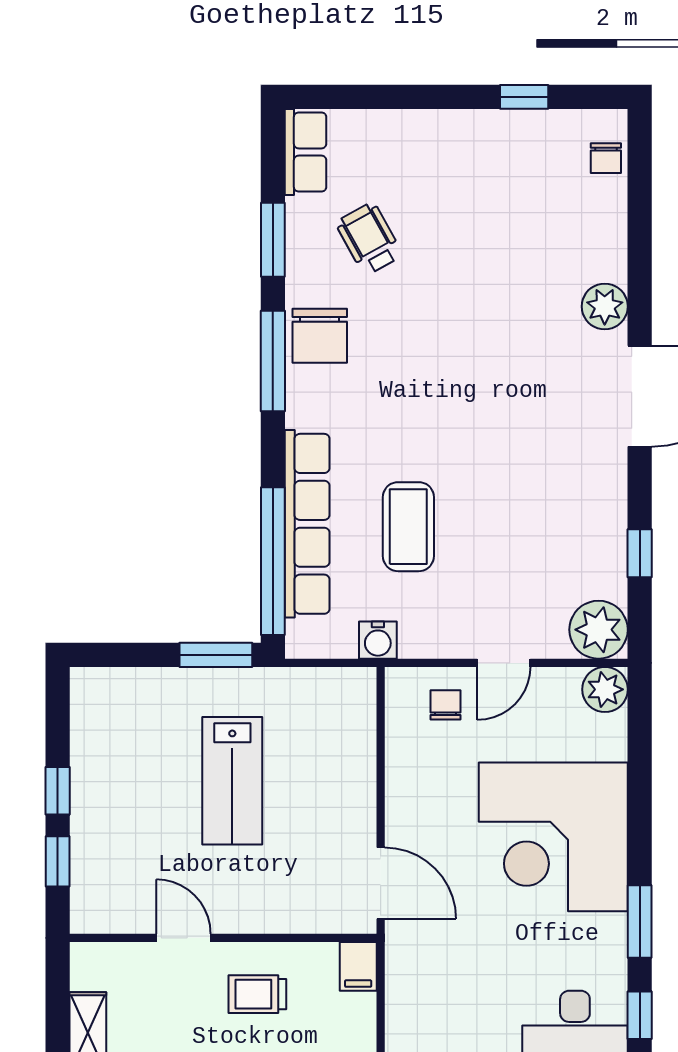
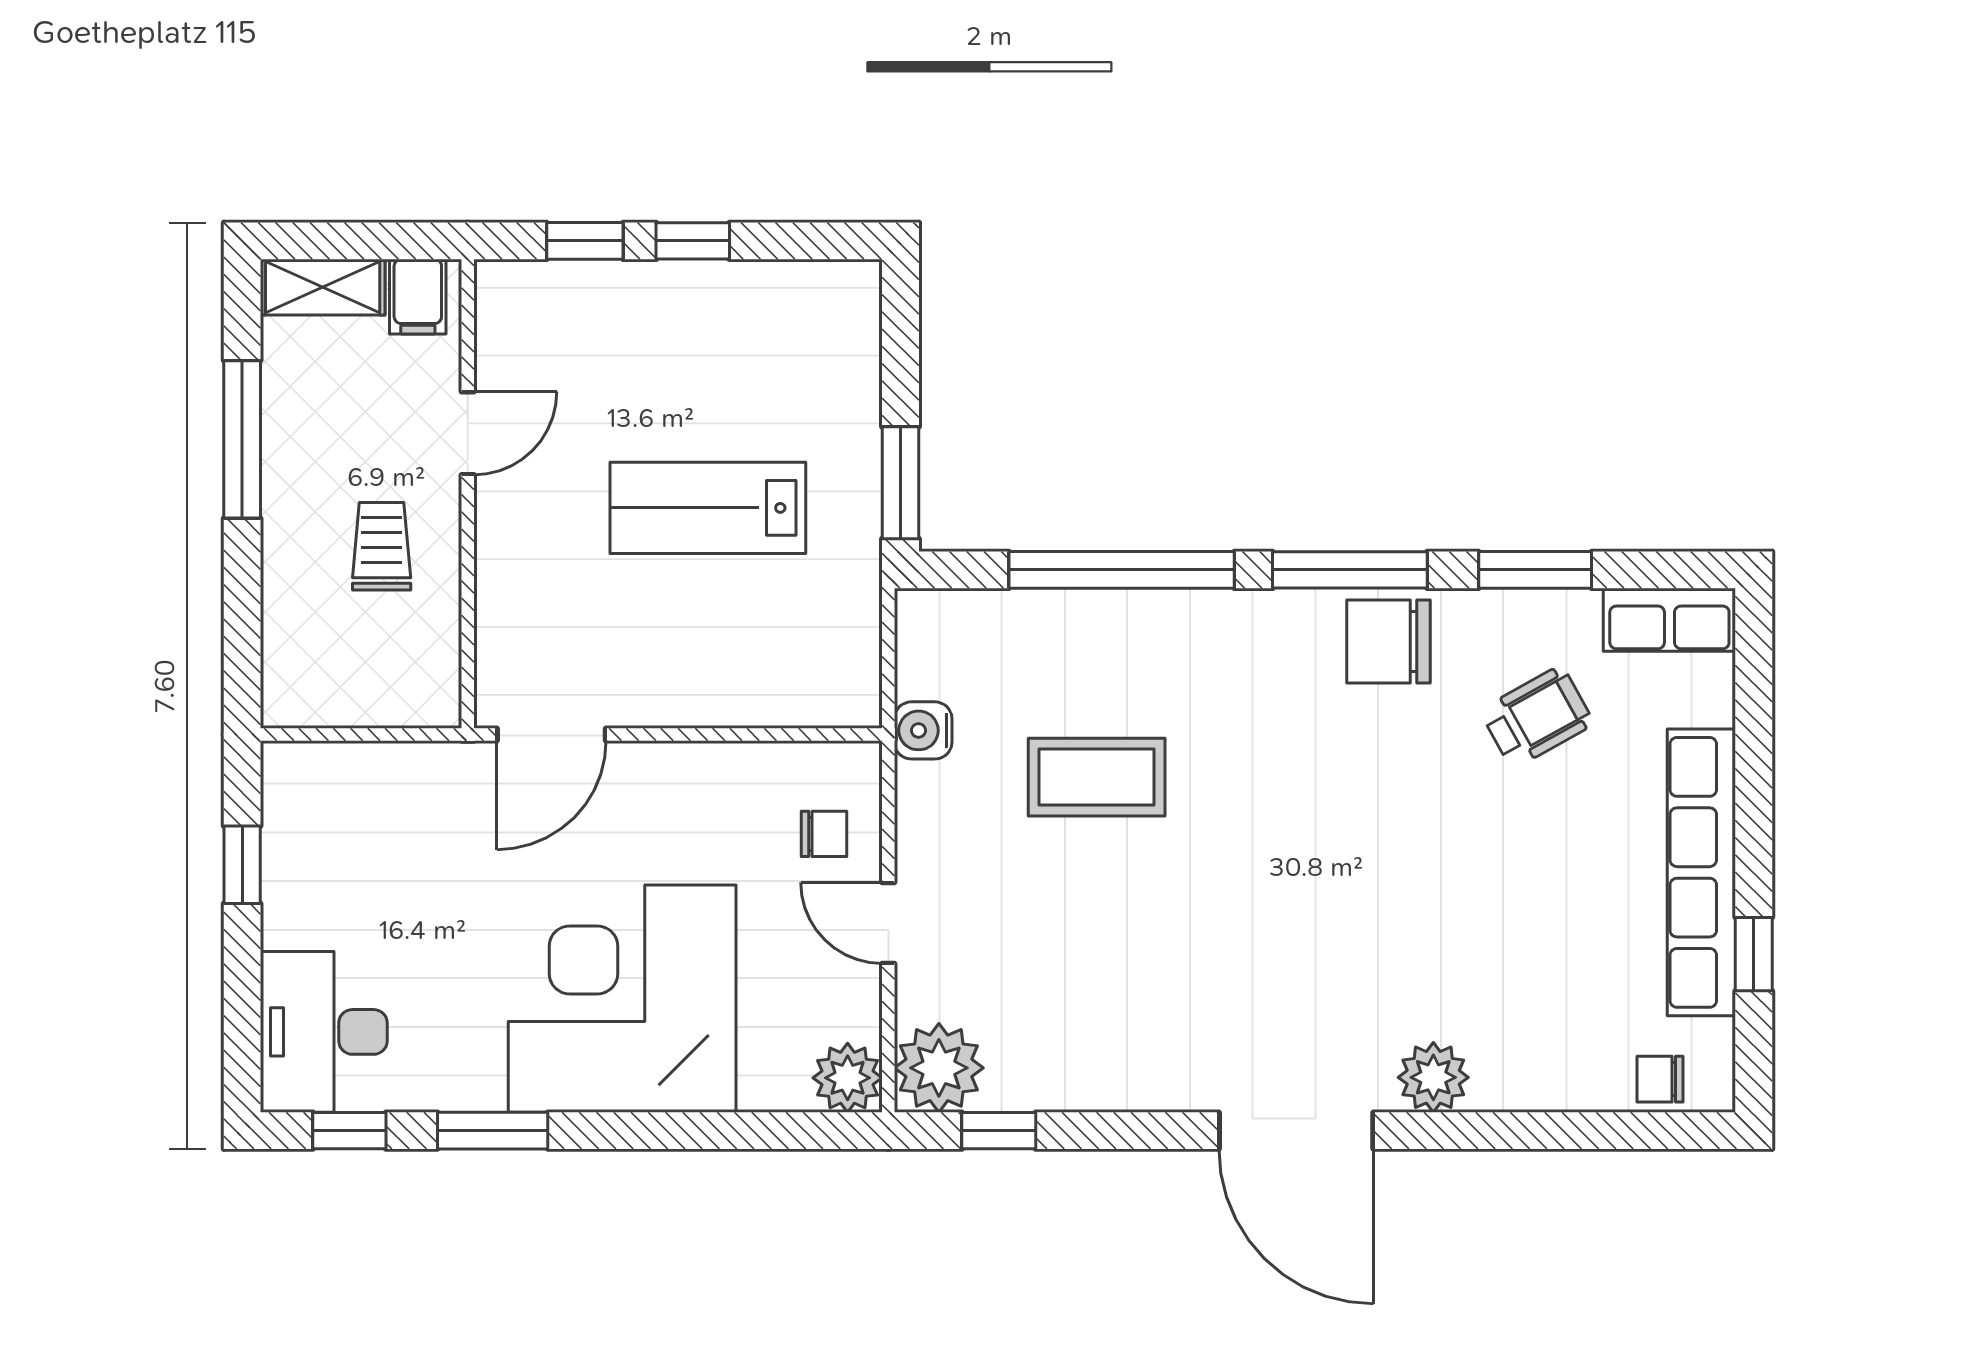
row of seats: (307, 524) -> (1701, 872), moved, turned 90
window: (640, 553) -> (999, 1131), moved
window: (273, 561) -> (1122, 570), moved
filing cabinet: (358, 966) -> (418, 297), moved, turned -90

